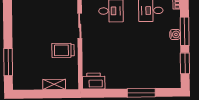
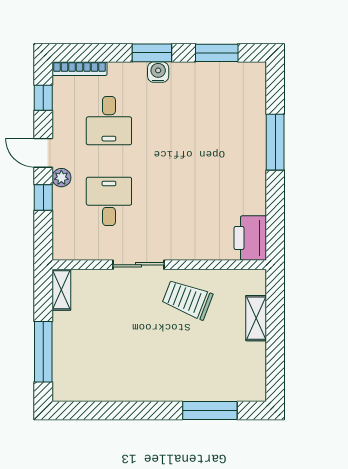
window: (185, 31) -> (152, 53), width x0.69
trolley: (63, 50) -> (187, 299), turned 111

